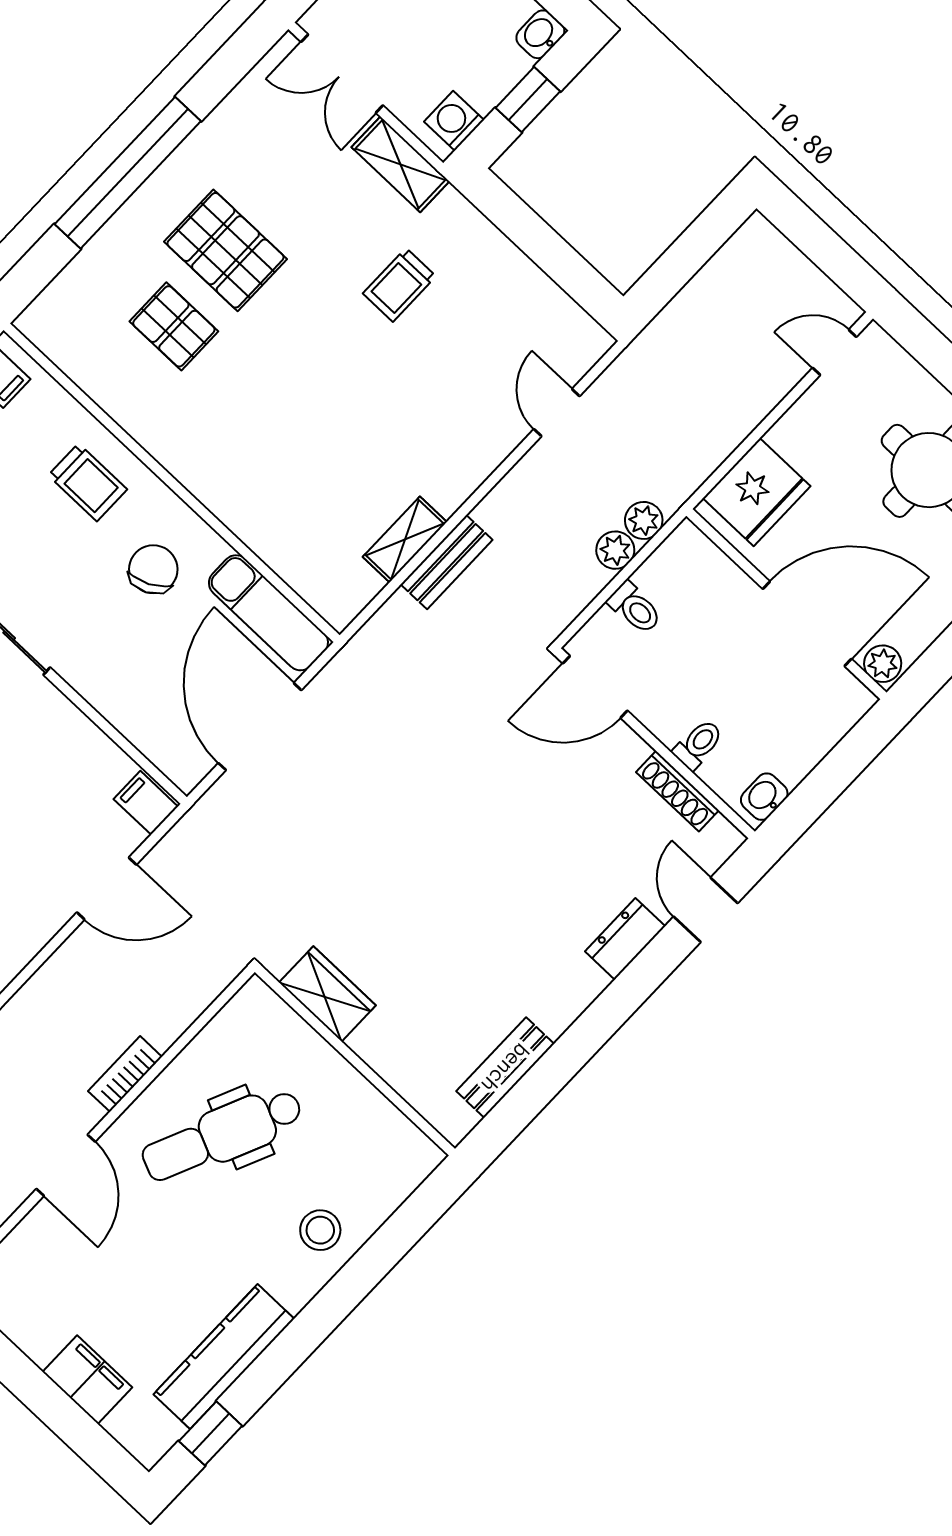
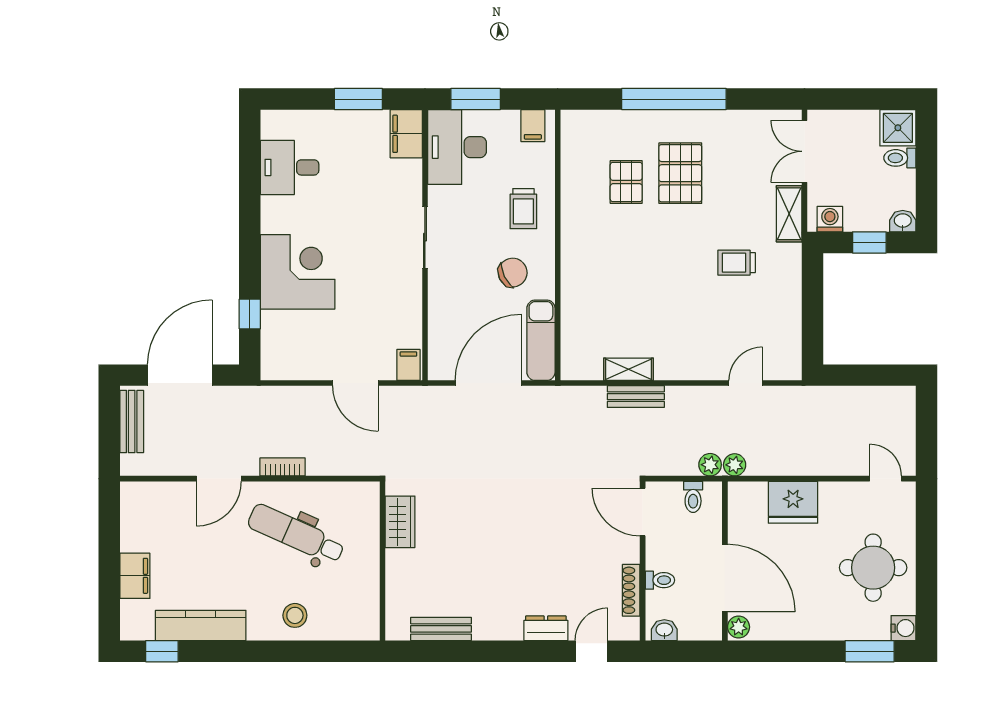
wall: (786, 604) -> (725, 561), moved
door: (807, 624) -> (725, 578), moved
plant: (883, 664) -> (739, 627), moved

